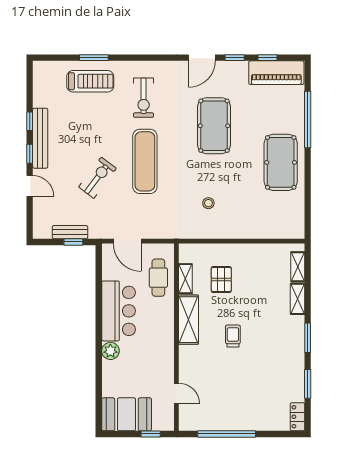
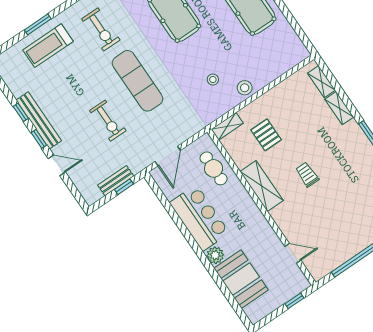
treadmill: (90, 81) -> (48, 46), turned 180
exercise bike: (98, 178) -> (108, 121), turned 143
stool: (230, 228) -> (245, 88), added
door: (127, 241) -> (168, 156), hinge flipped
shelving: (185, 279) -> (227, 126), moved, turned 90
booth: (127, 414) -> (241, 279), moved, turned 90

